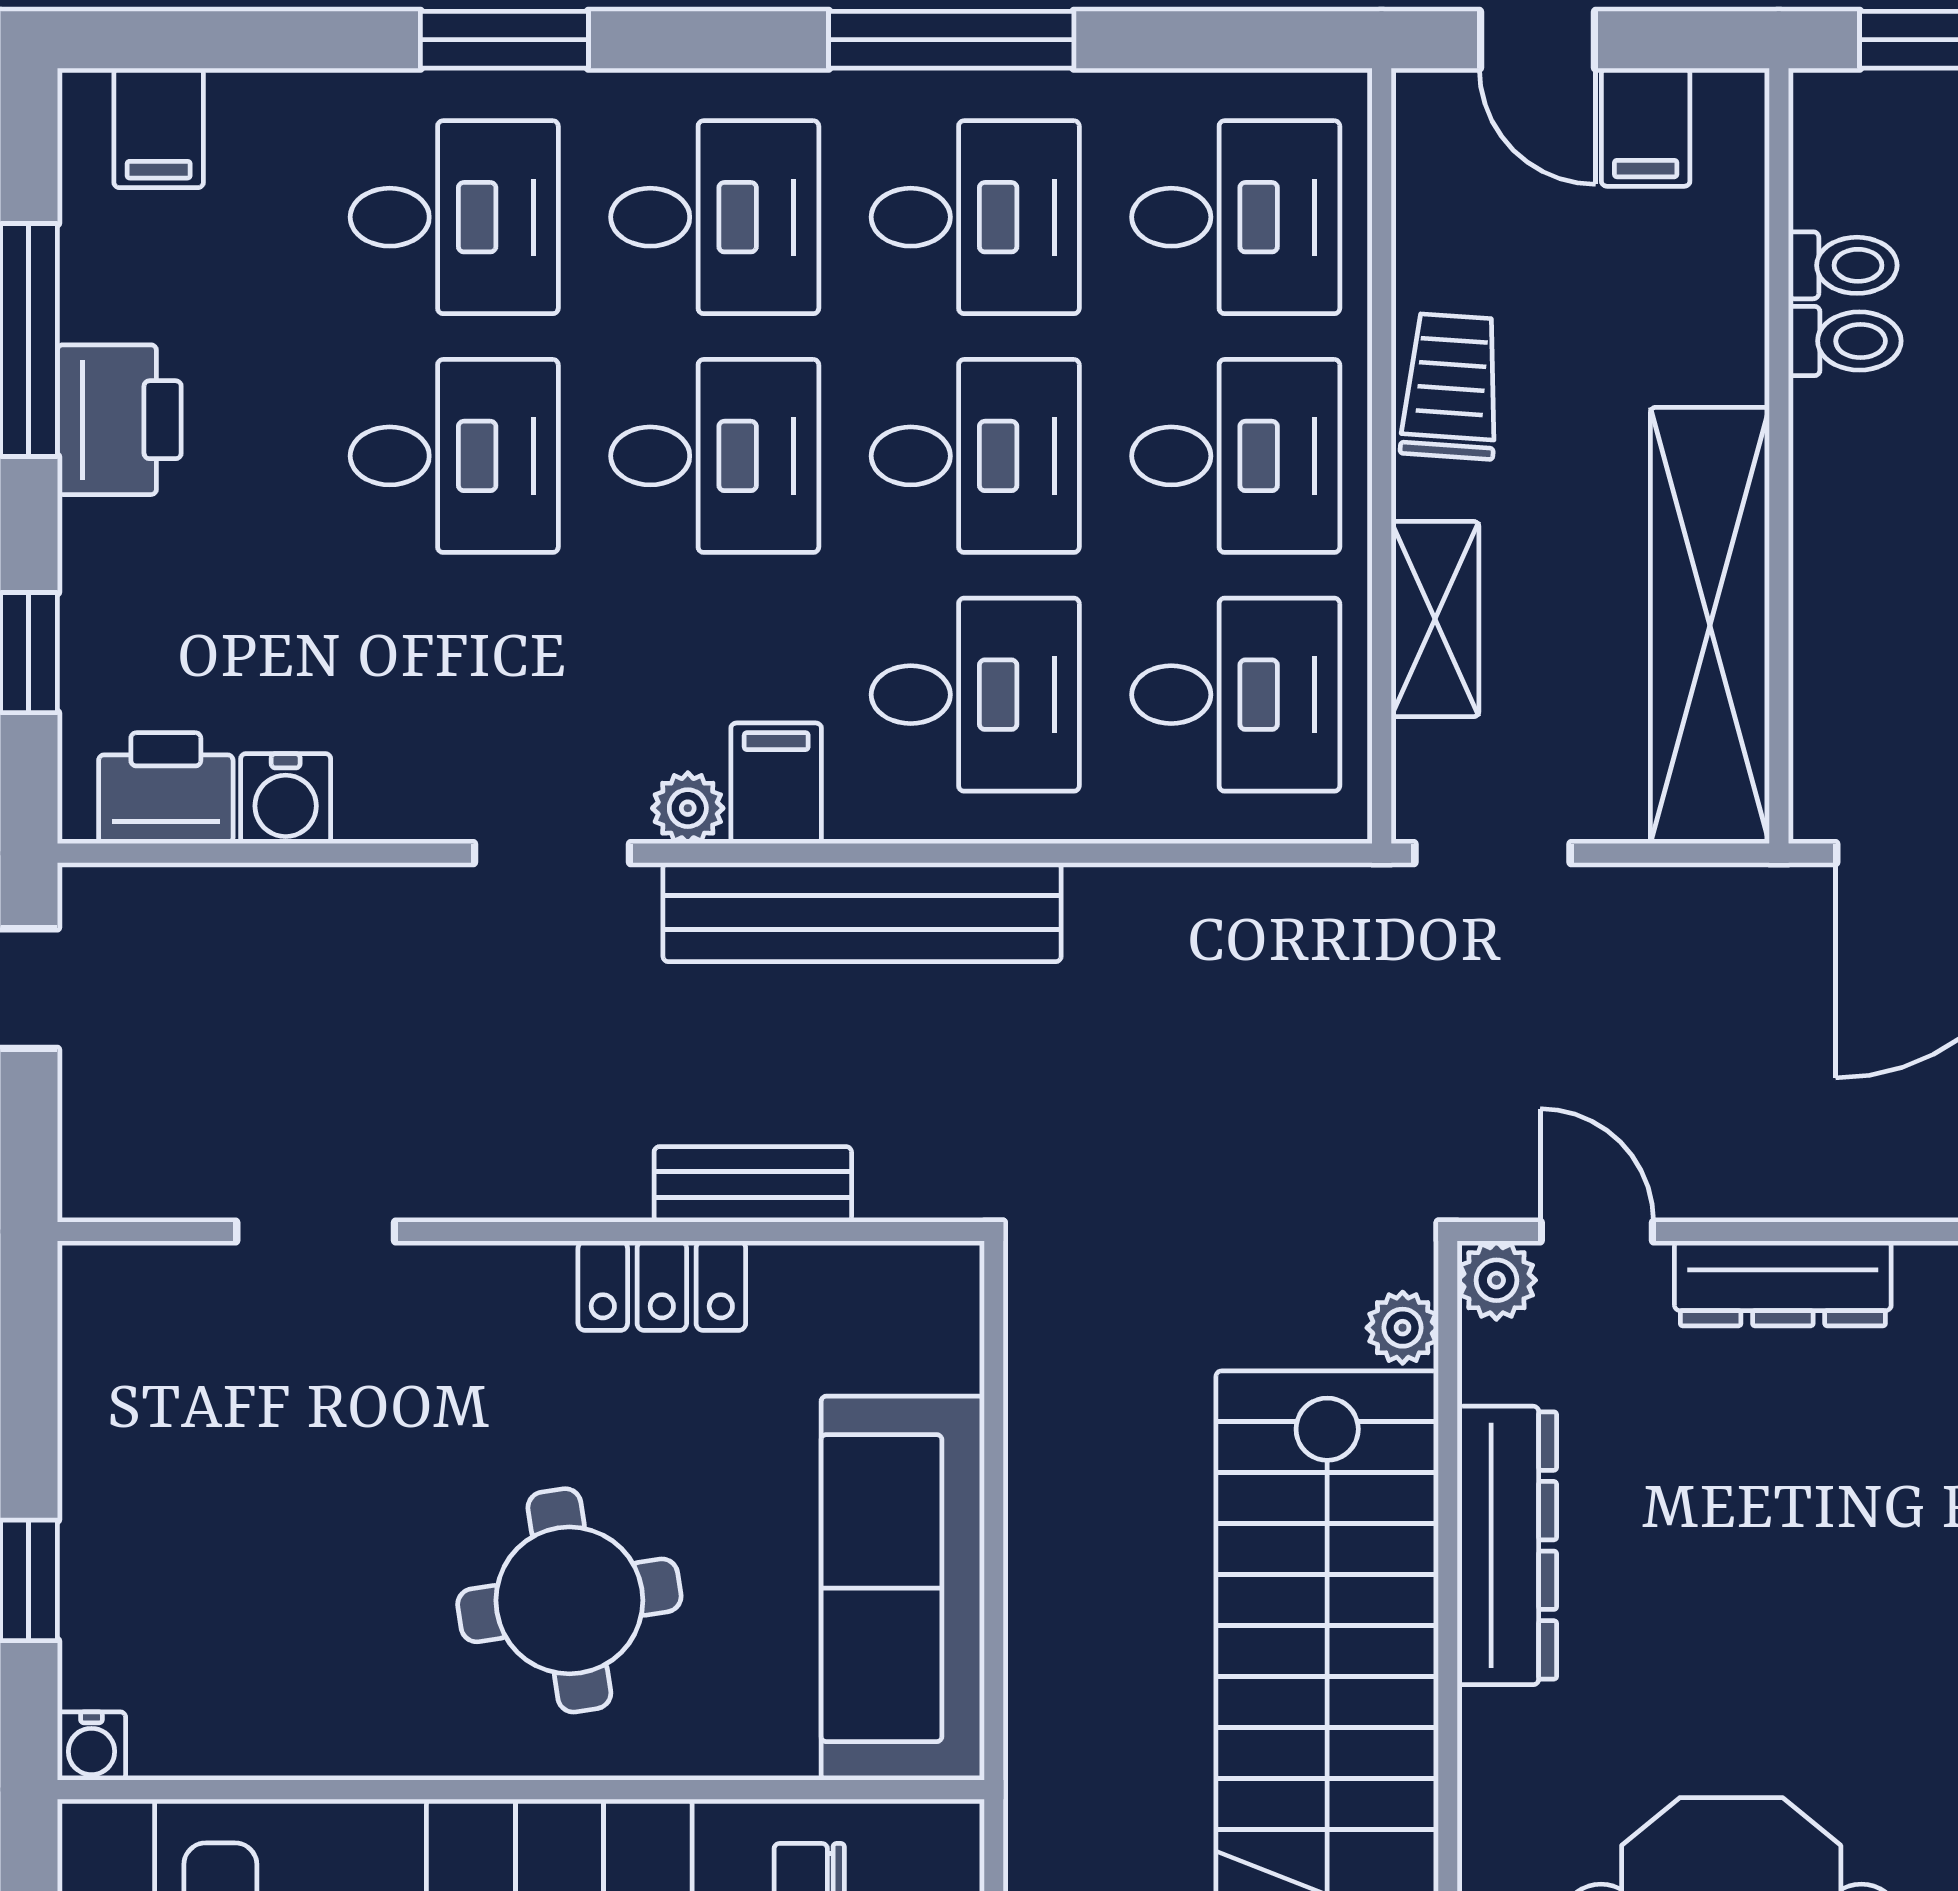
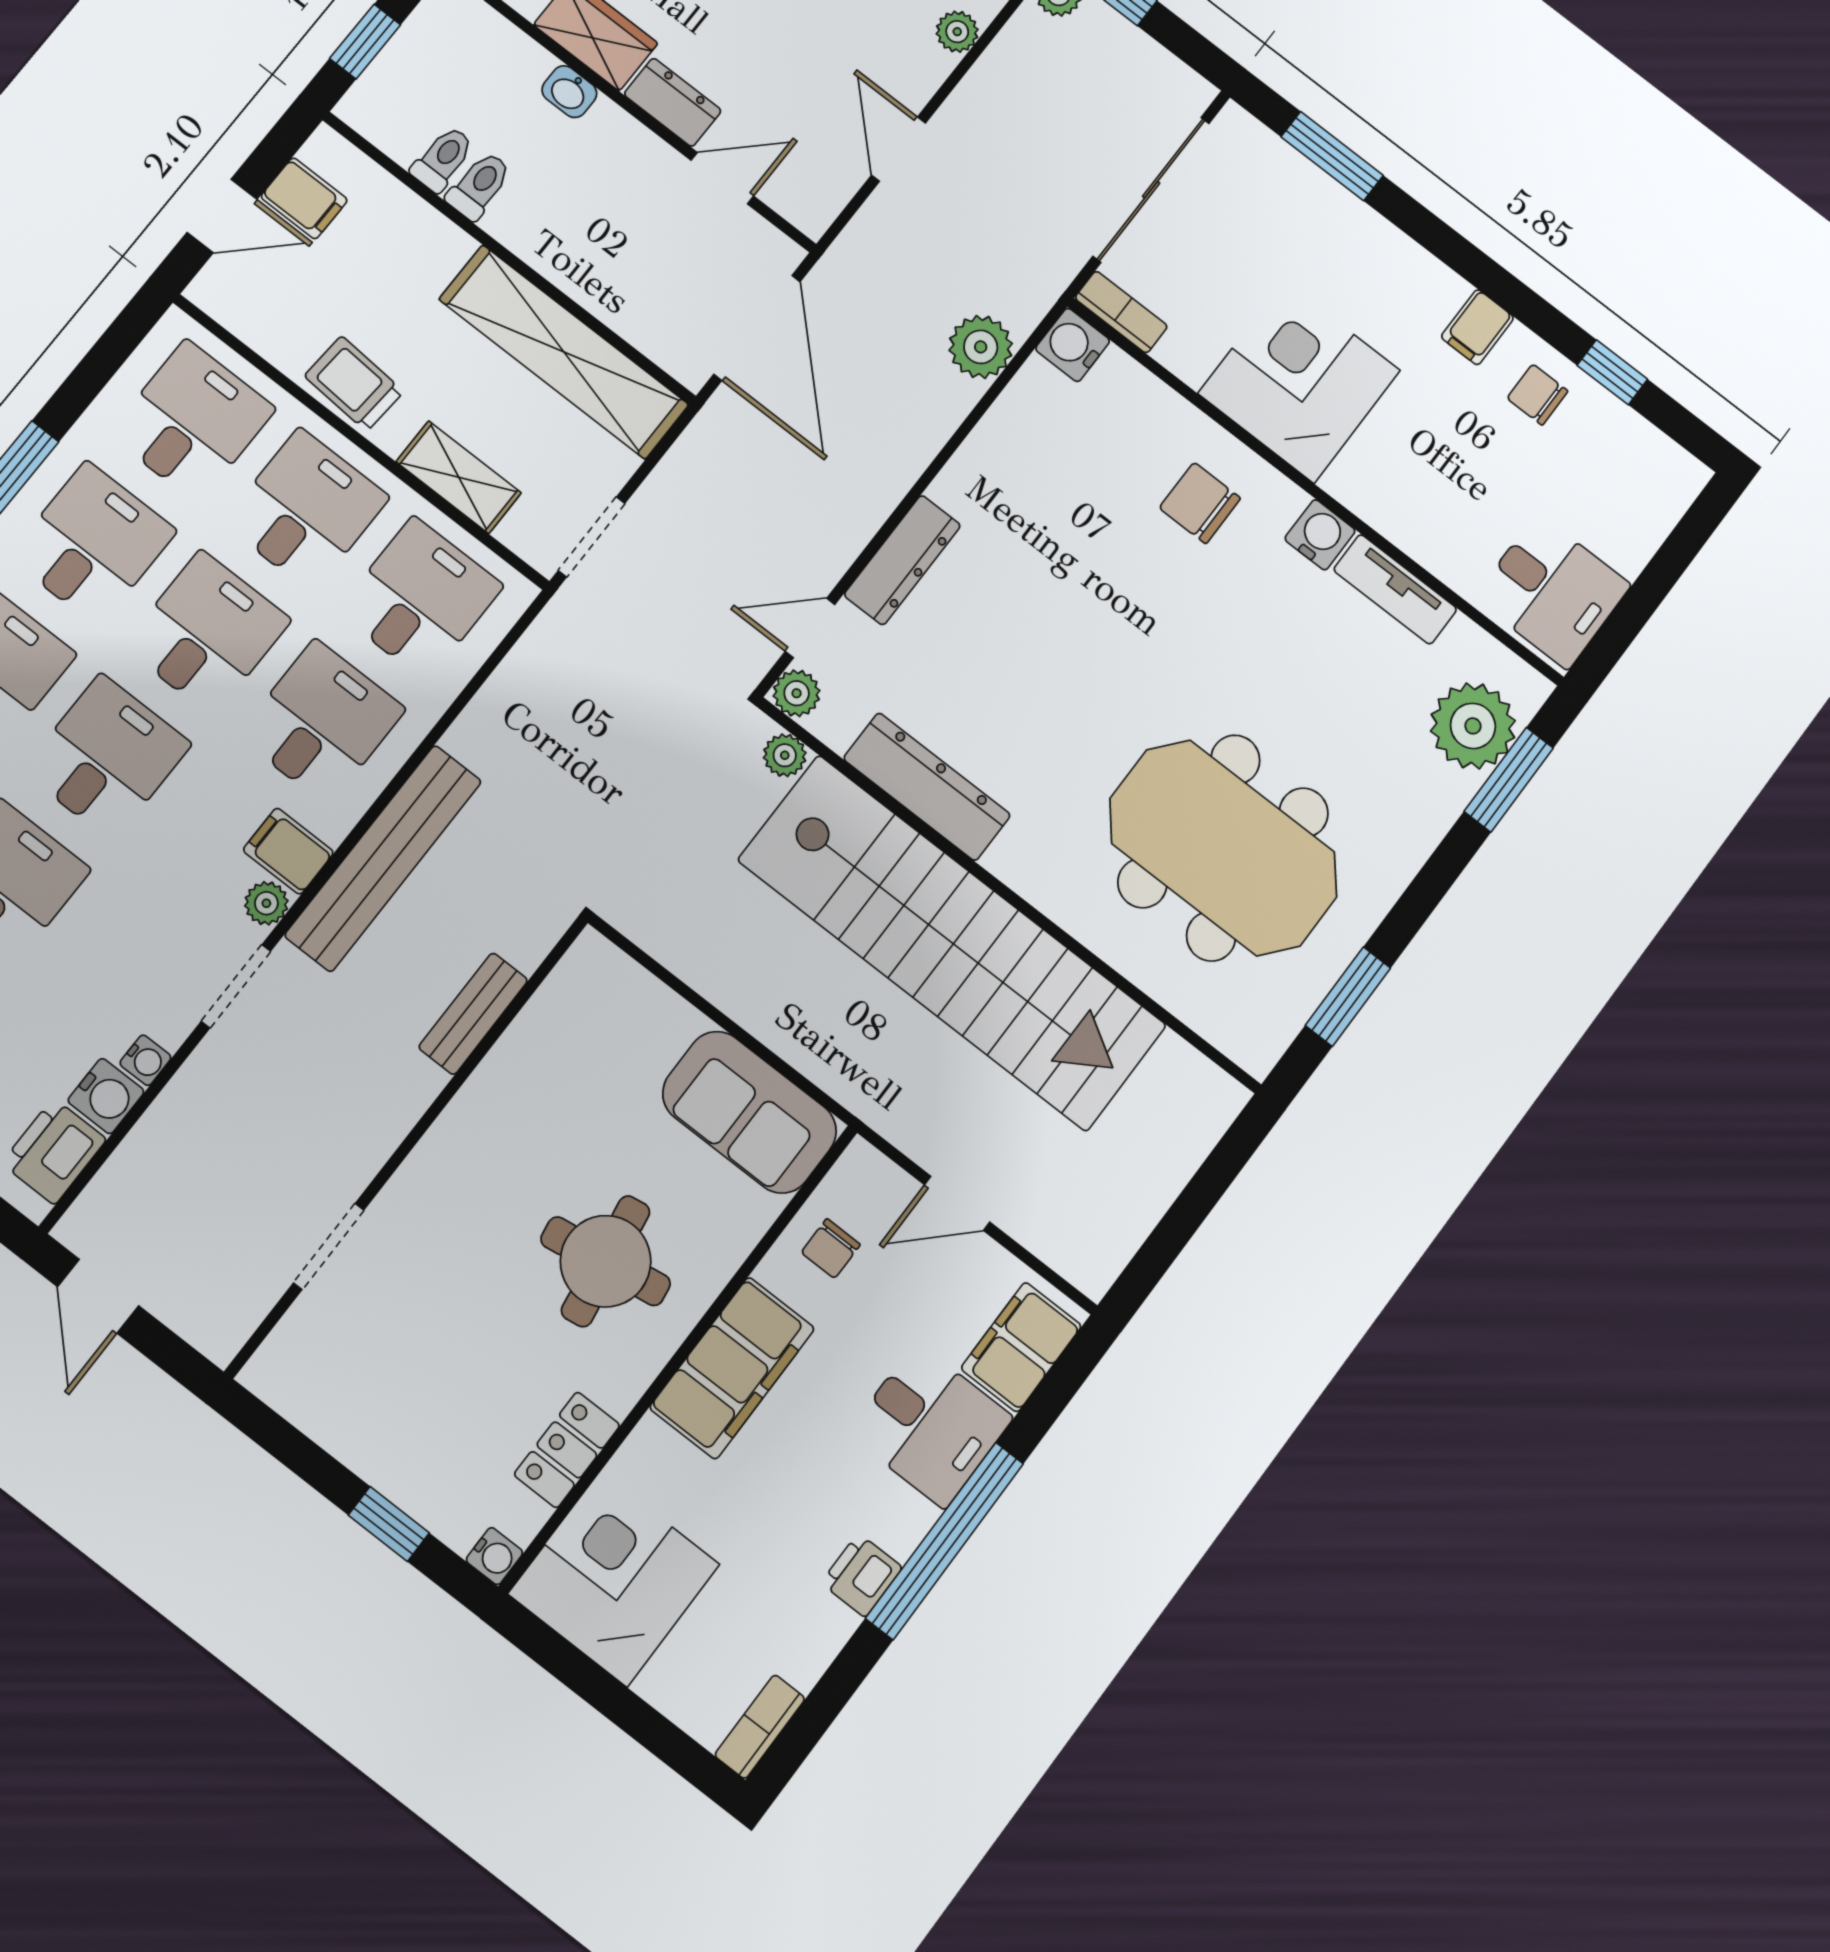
water cooler: (369, 813) -> (145, 1060), added
locker: (662, 1286) -> (567, 1450), moved, turned 180
sofa: (903, 1588) -> (749, 1112), width x0.73

